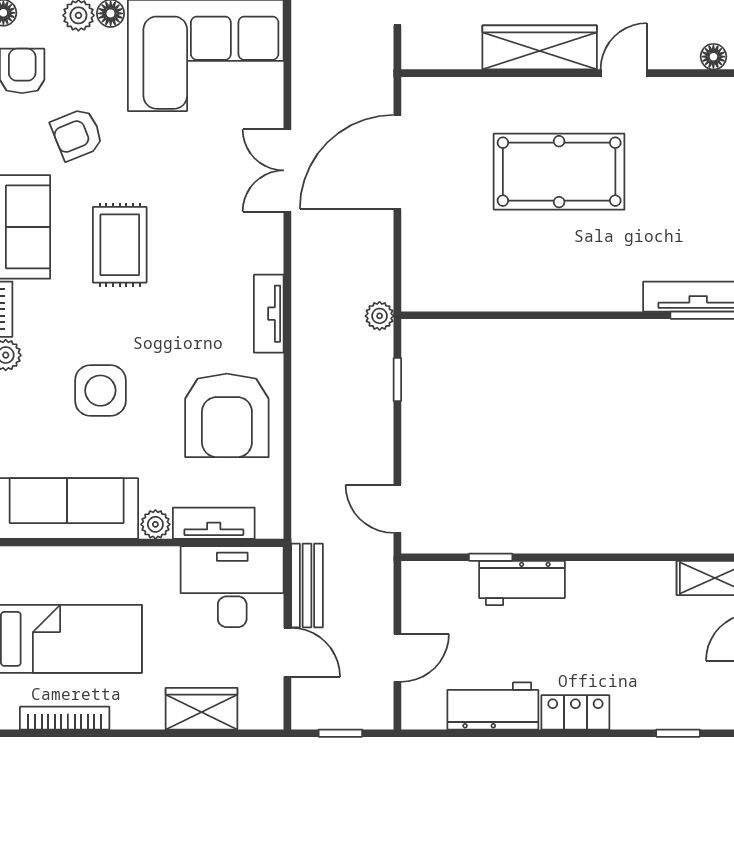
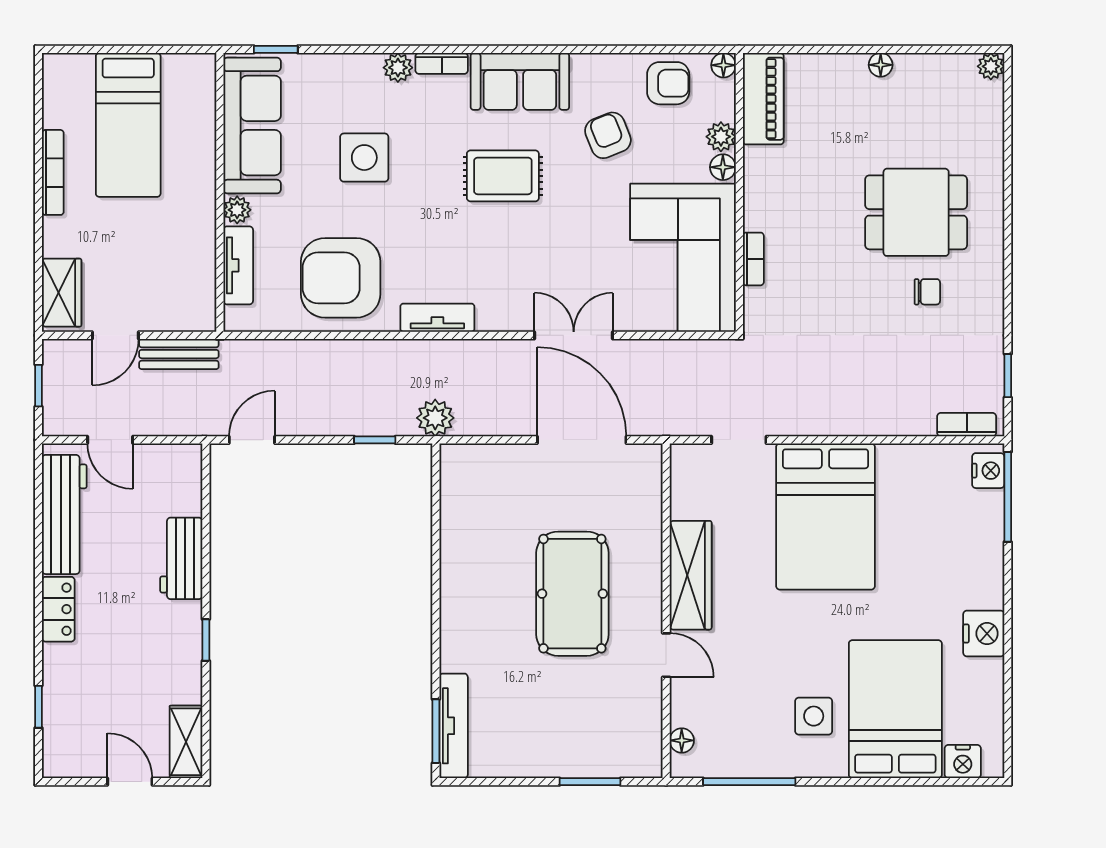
plant: (380, 316) -> (435, 418), width x1.38, depth x1.38
window: (491, 557) -> (206, 640), moved
desk: (232, 587) -> (178, 283), removed
workbench: (493, 706) -> (64, 514), width x1.38
wardrobe: (202, 709) -> (62, 293), moved
bookcase: (65, 718) -> (53, 172), moved

